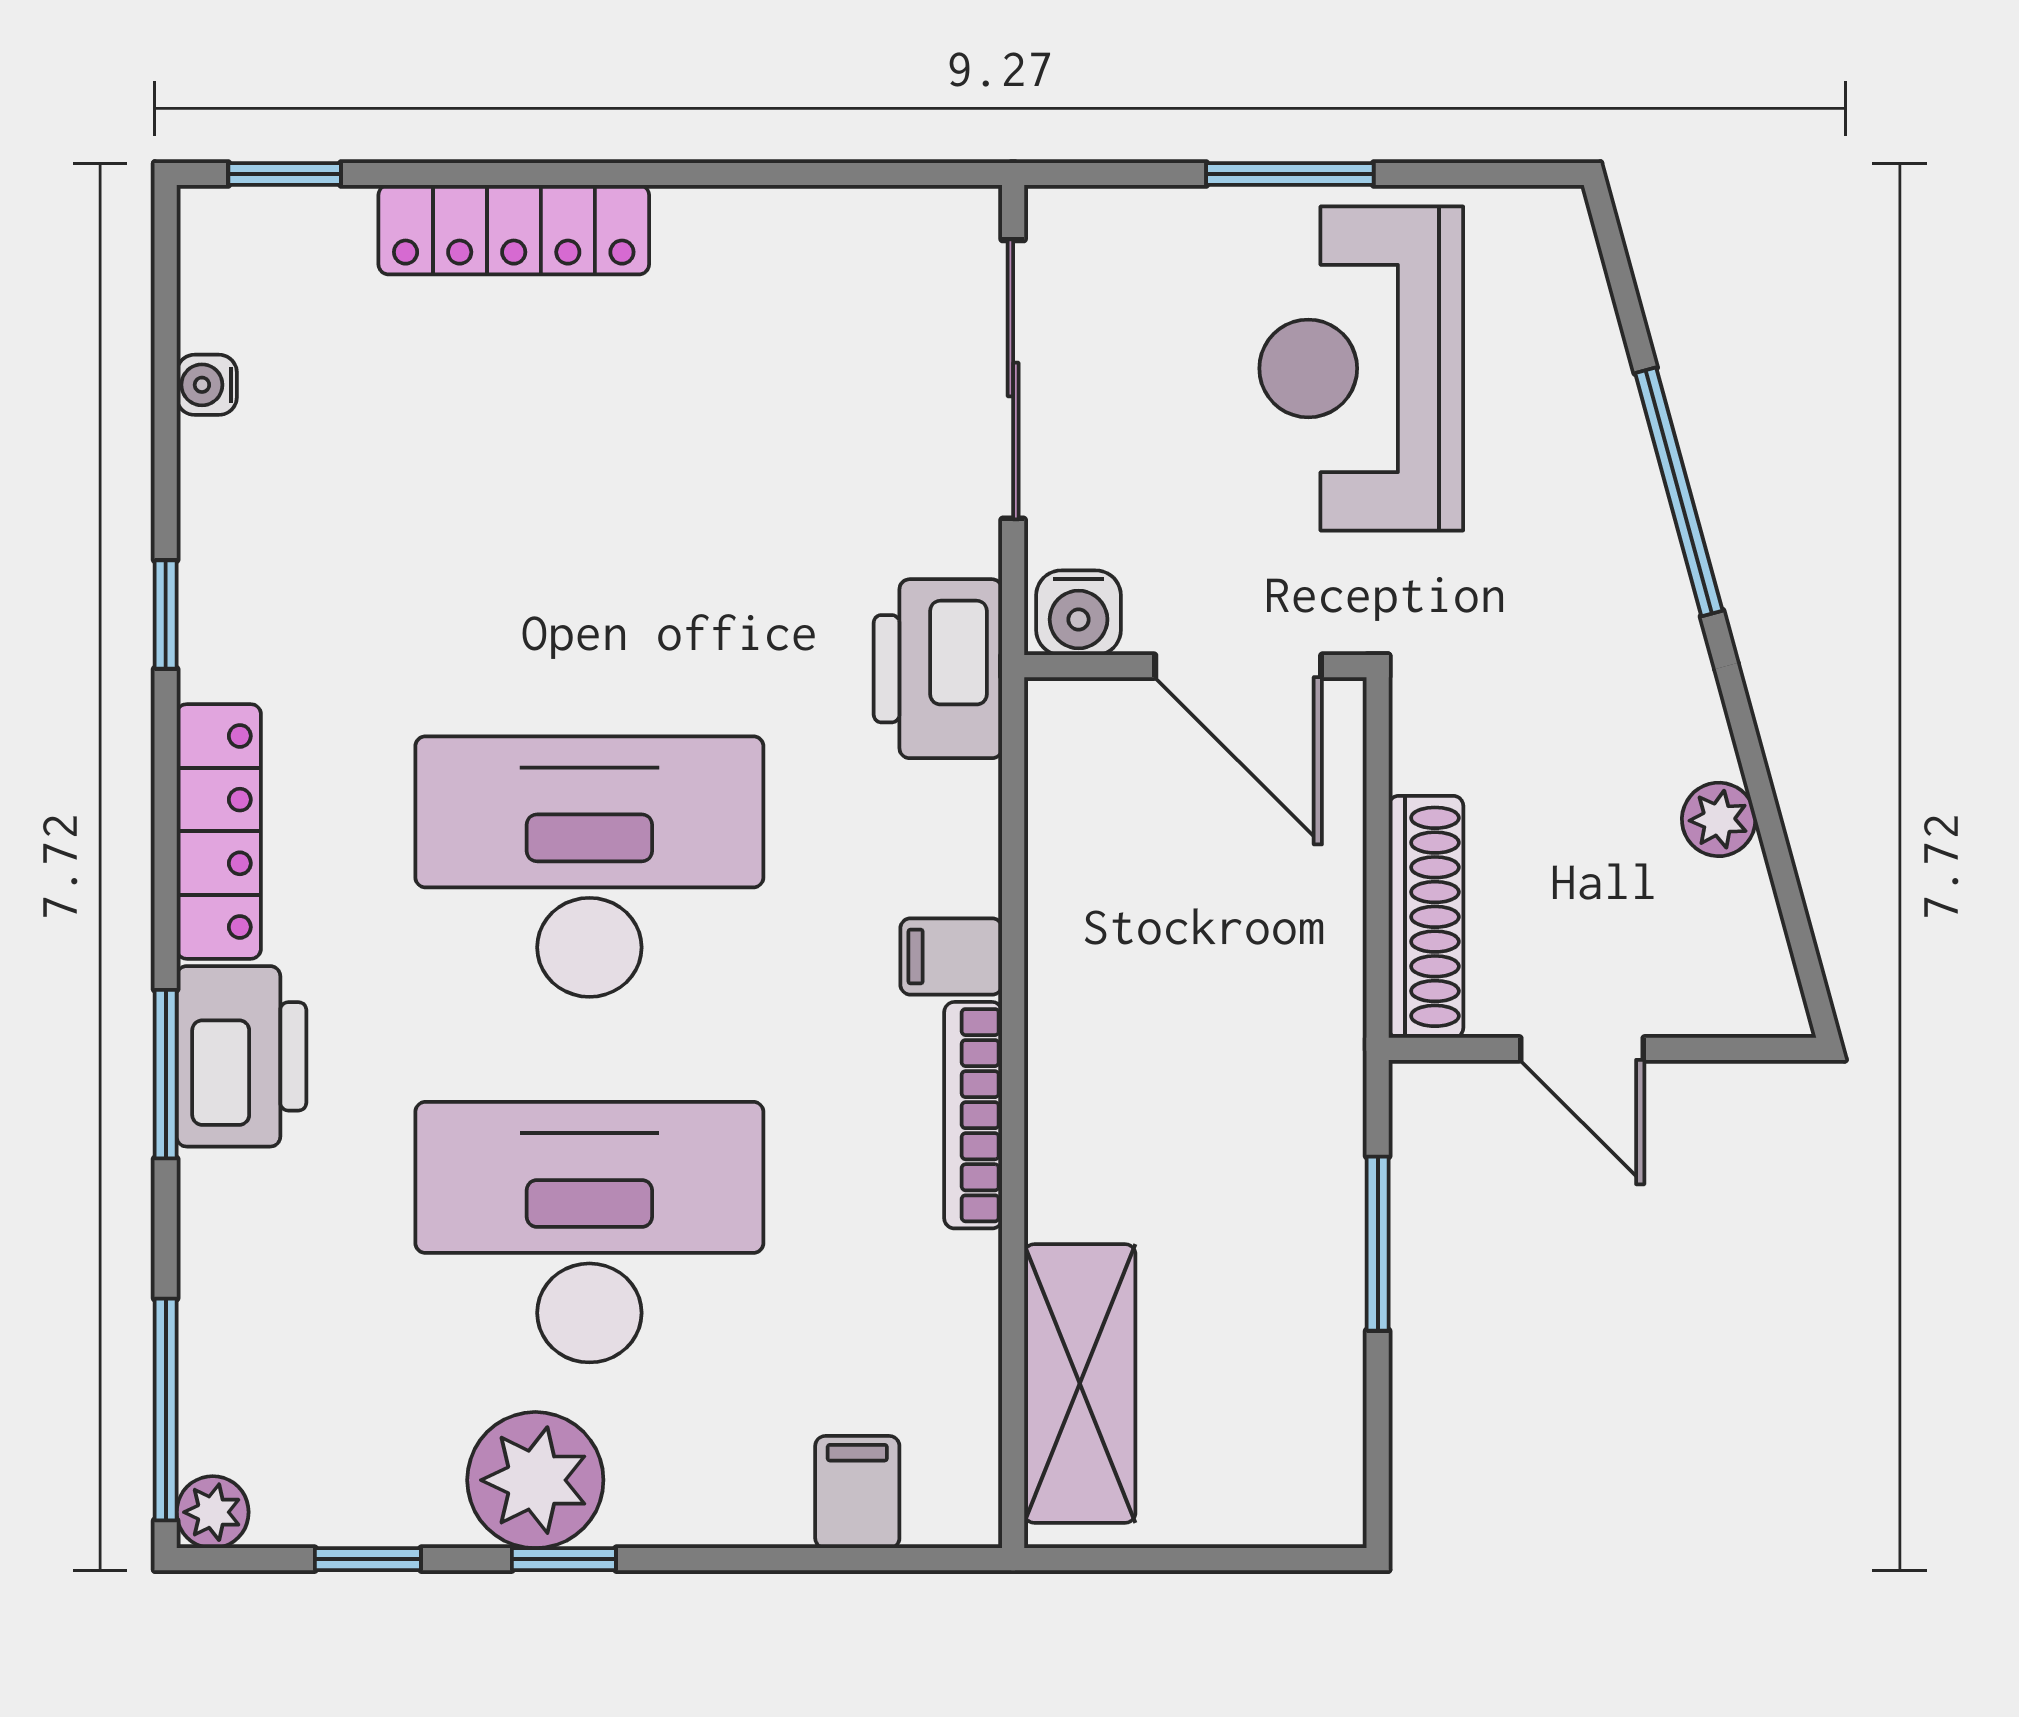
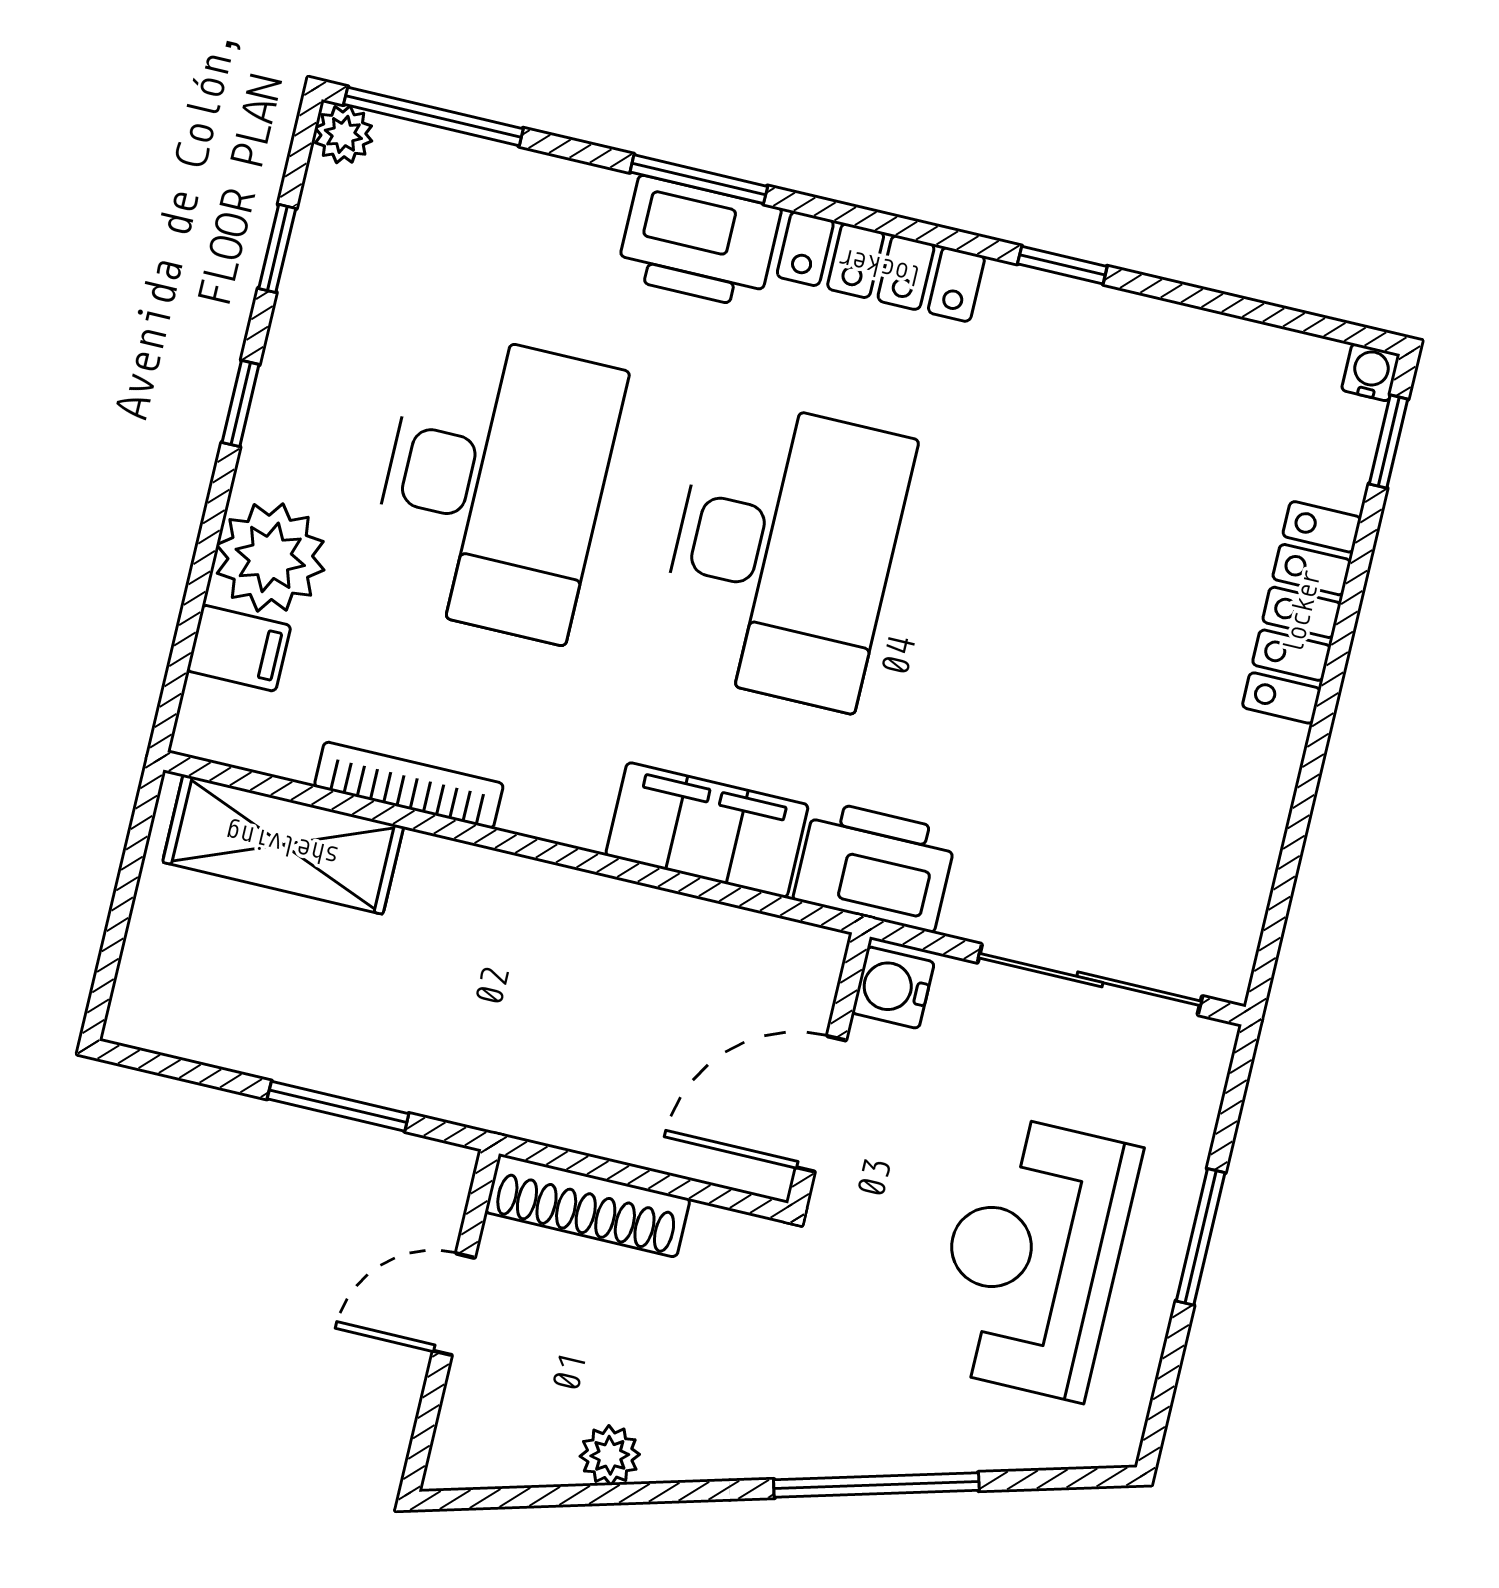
reception desk: (1361, 368) -> (1033, 1257), turned -90
water cooler: (207, 385) -> (1371, 372), moved
filing cabinet: (951, 956) -> (707, 830), width x3.00, depth x1.17
bookcase: (973, 1115) -> (409, 785), moved
plant: (535, 1480) -> (270, 557), moved

